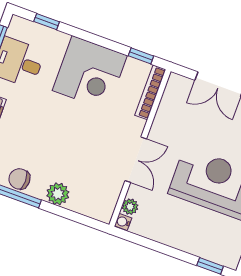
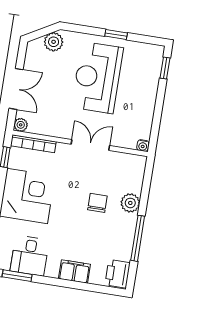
chair: (19, 179) -> (97, 203), moved, turned 180
plant: (130, 207) -> (21, 125), moved

